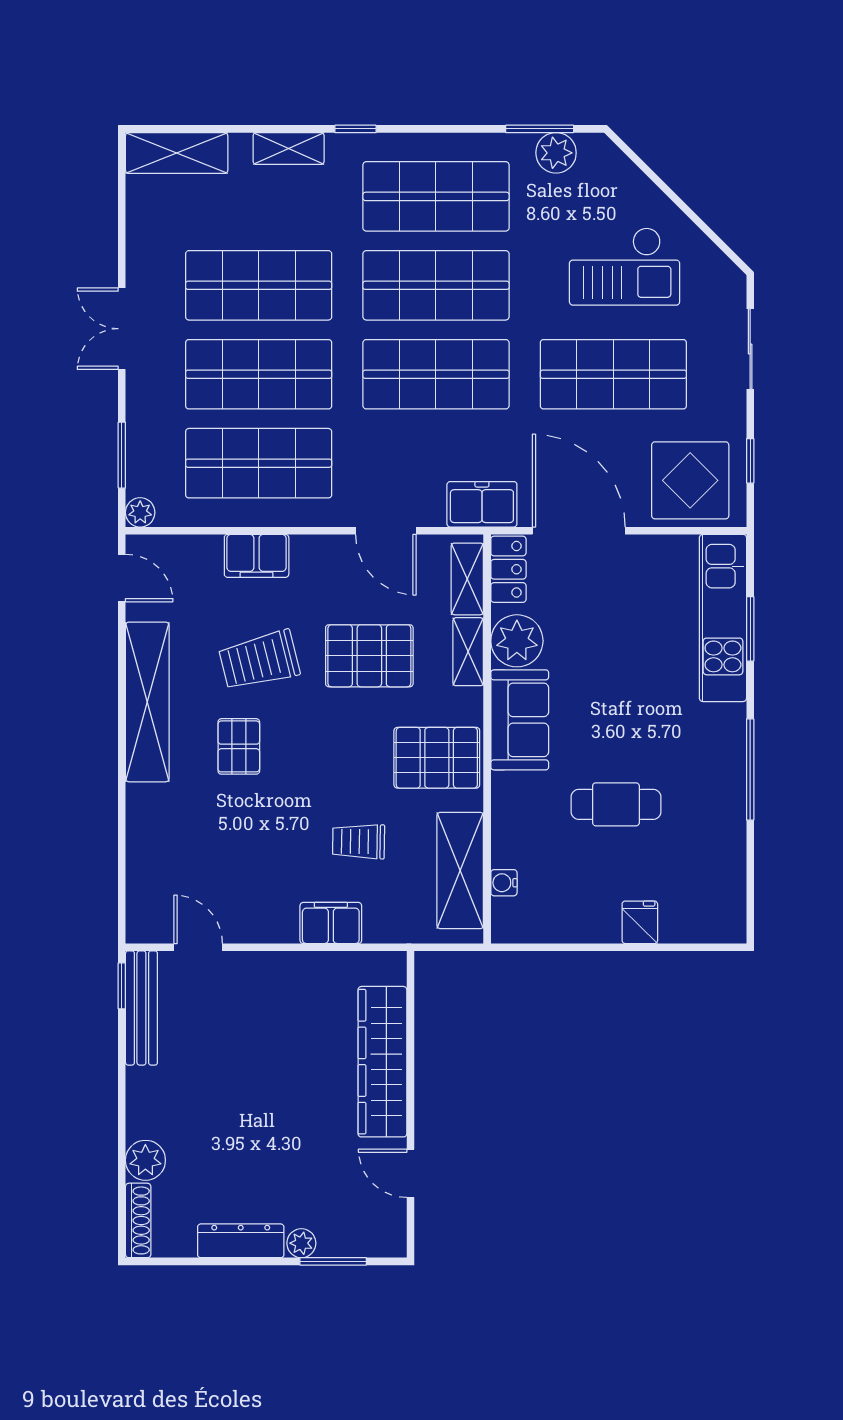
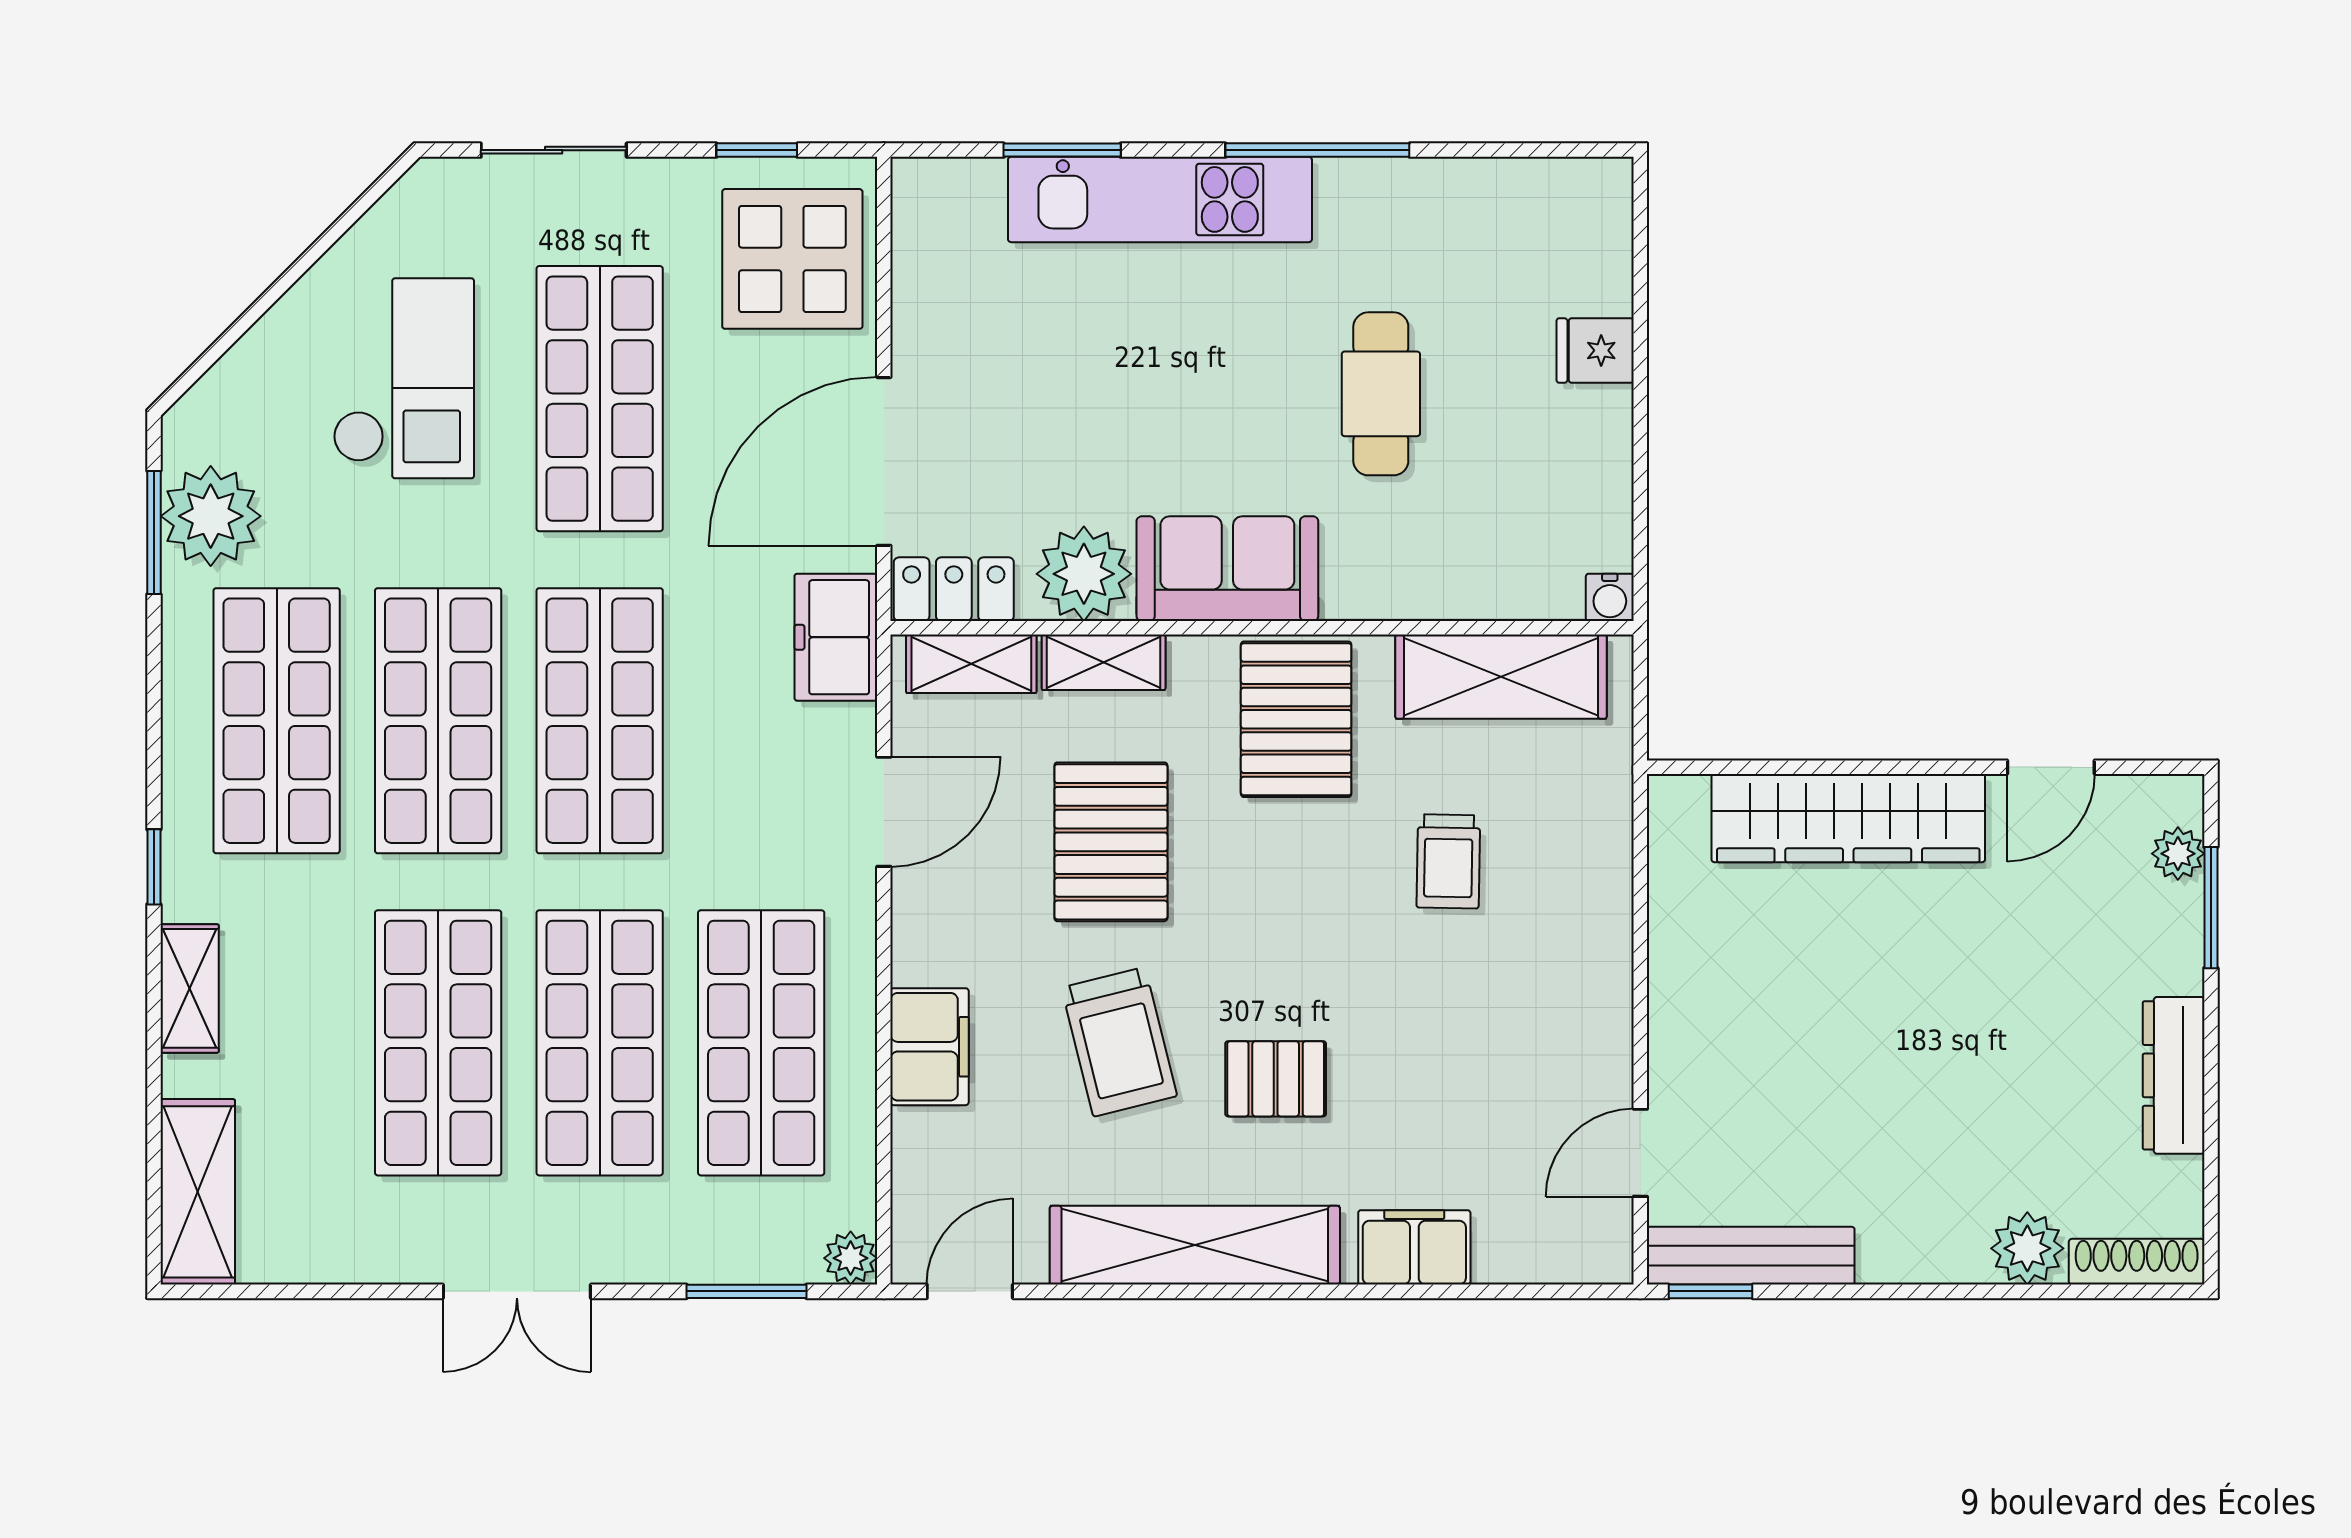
plant: (556, 153) -> (211, 516), width x1.36, depth x1.36
kitchen unit: (723, 618) -> (1160, 199), moved
water cooler: (504, 883) -> (1610, 597), moved
filing cabinet: (331, 923) -> (1414, 1247), moved, turned 90
plant: (301, 1243) -> (2178, 854), moved

